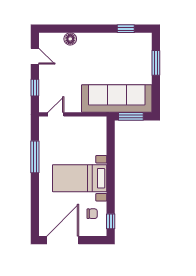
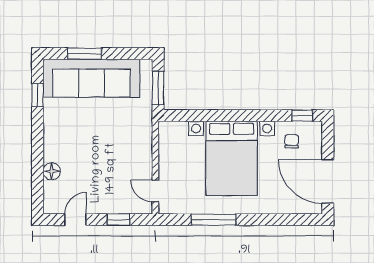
sofa: (117, 98) -> (91, 78), moved, turned -90
bed with nightstands: (80, 178) -> (232, 158), width x1.36

